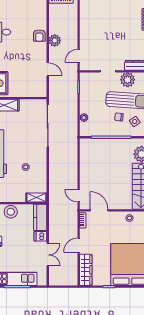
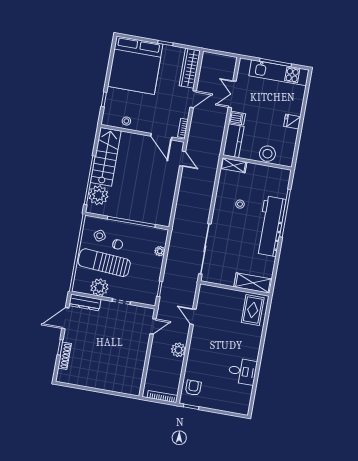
armchair: (39, 36) -> (193, 388), moved

